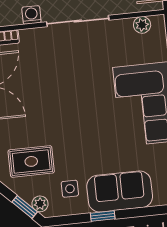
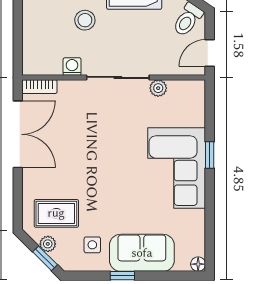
plant: (142, 25) -> (158, 88), moved
plant: (40, 204) -> (48, 244), moved

